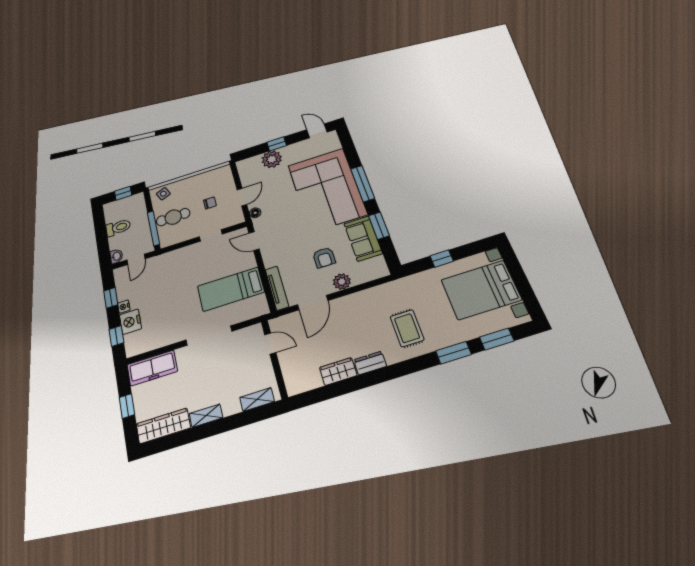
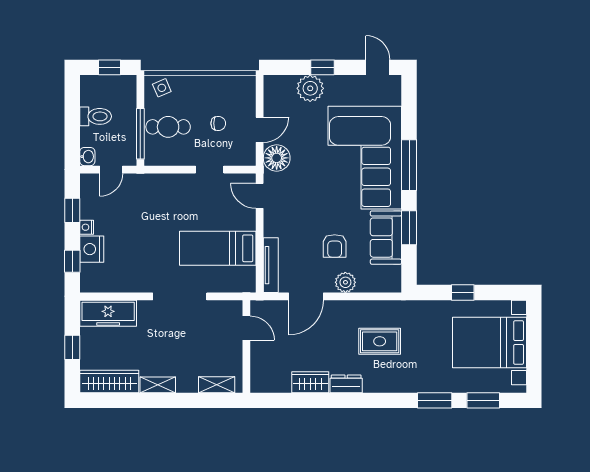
floor lamp: (255, 213) -> (277, 158), width x1.89, depth x1.89
rug: (407, 328) -> (380, 341), moved, turned 90

